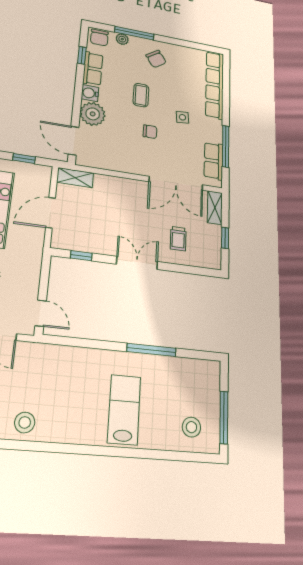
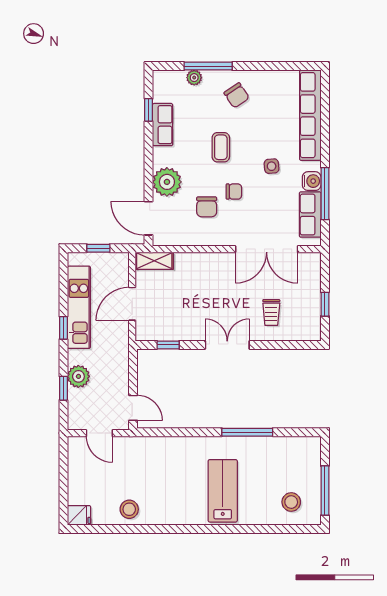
chair: (99, 38) -> (207, 207), moved
water cooler: (90, 93) -> (312, 181), moved, turned 180
shelving: (215, 208) -> (313, 271), removed

